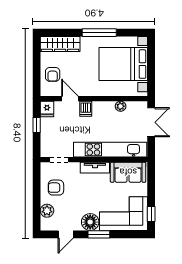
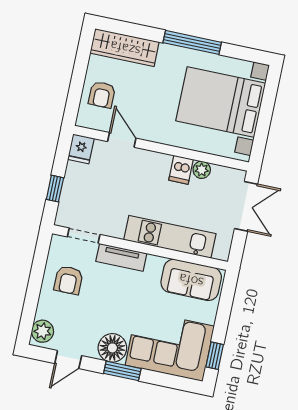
dishwasher: (86, 109) -> (181, 170), moved
window: (37, 125) -> (55, 189), moved
kitchen unit: (110, 150) -> (170, 237), width x0.73
tv unit: (95, 168) -> (121, 257), moved
armchair: (56, 188) -> (68, 280), turned -90
plant: (47, 211) -> (42, 331), moved

